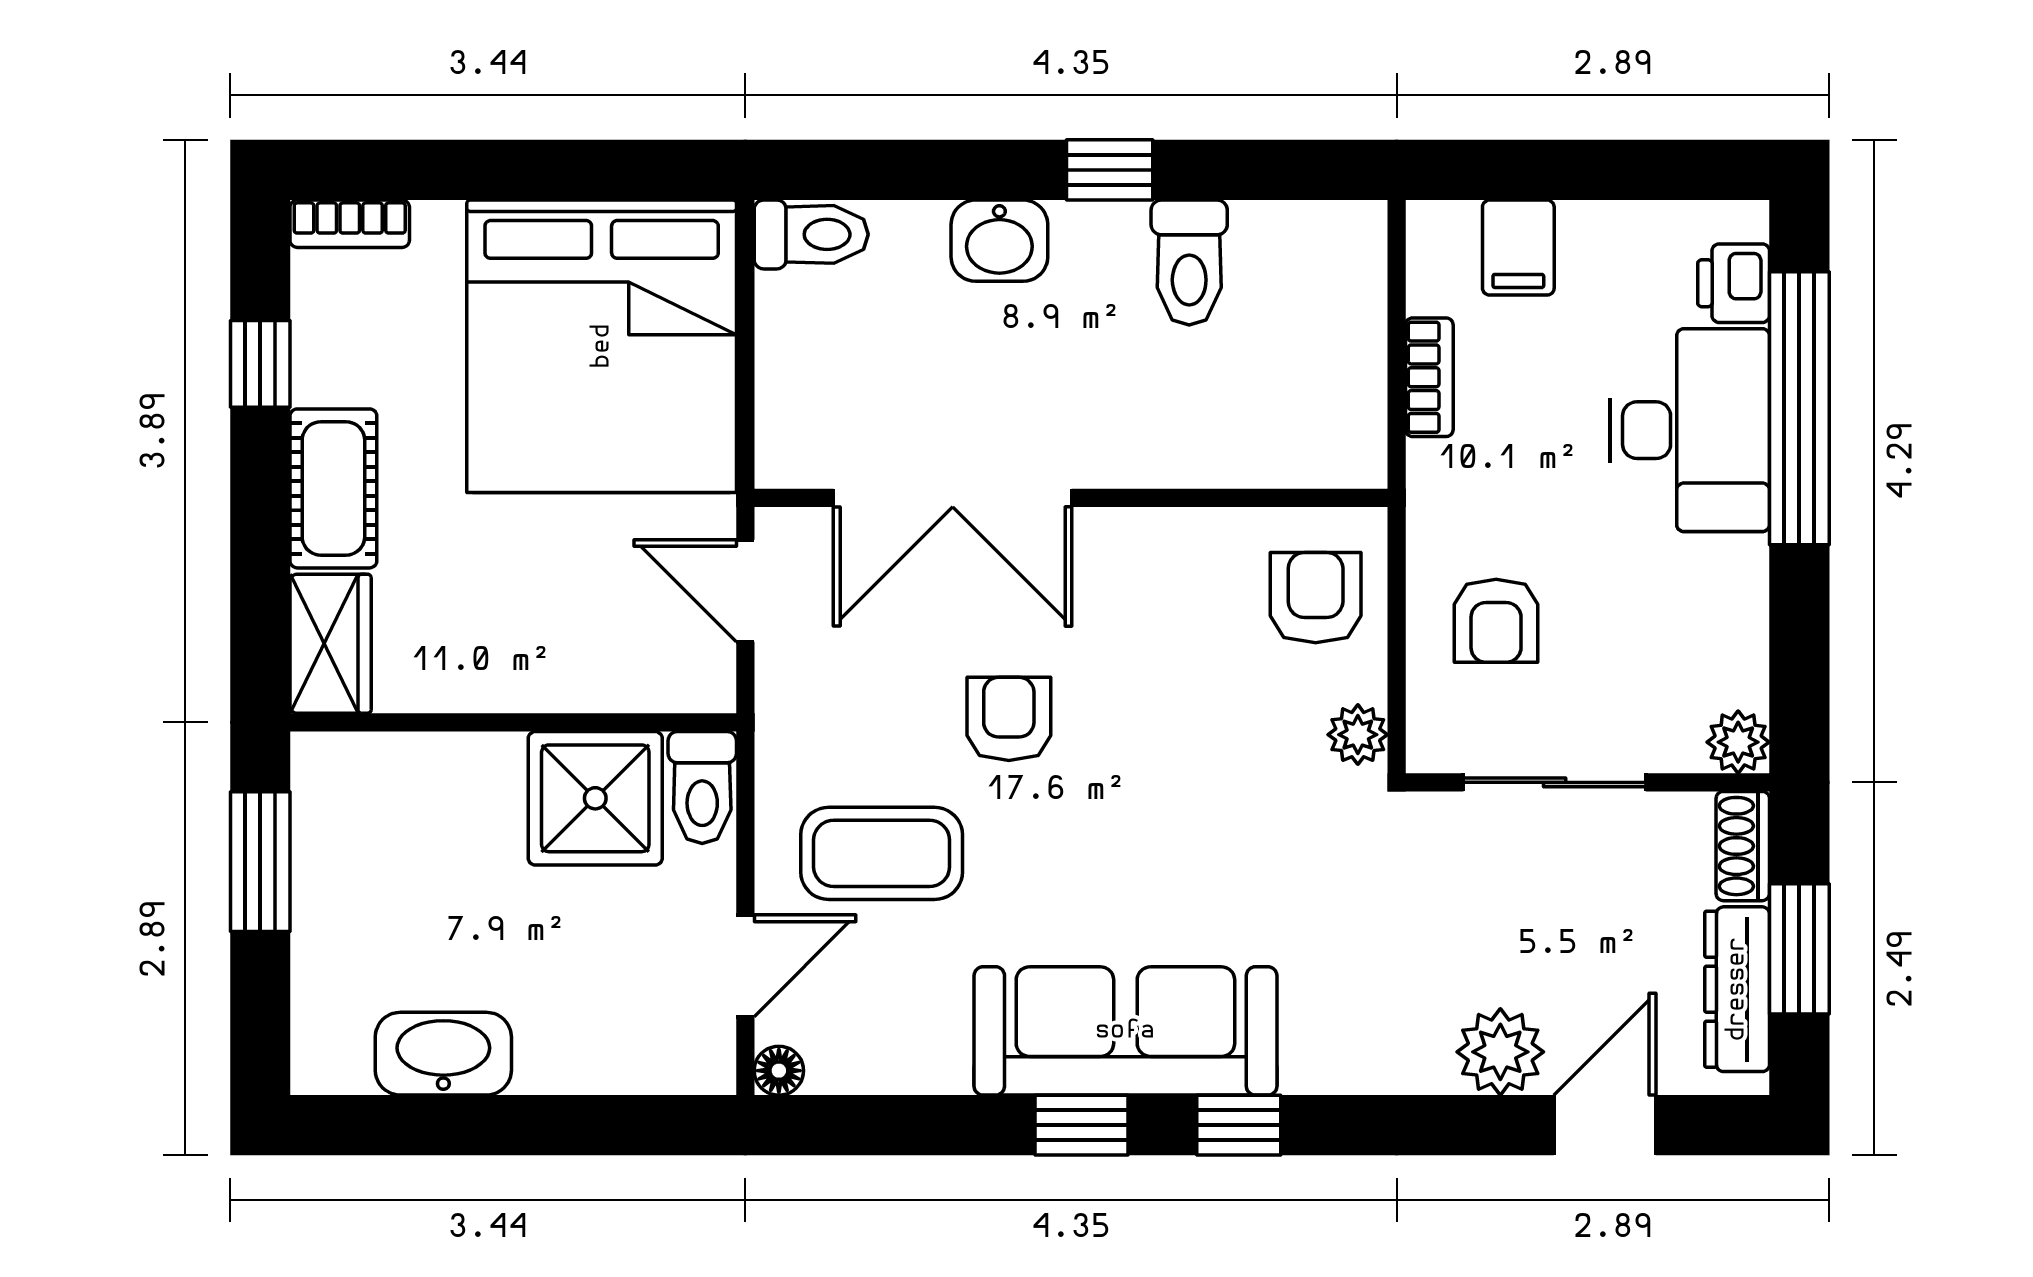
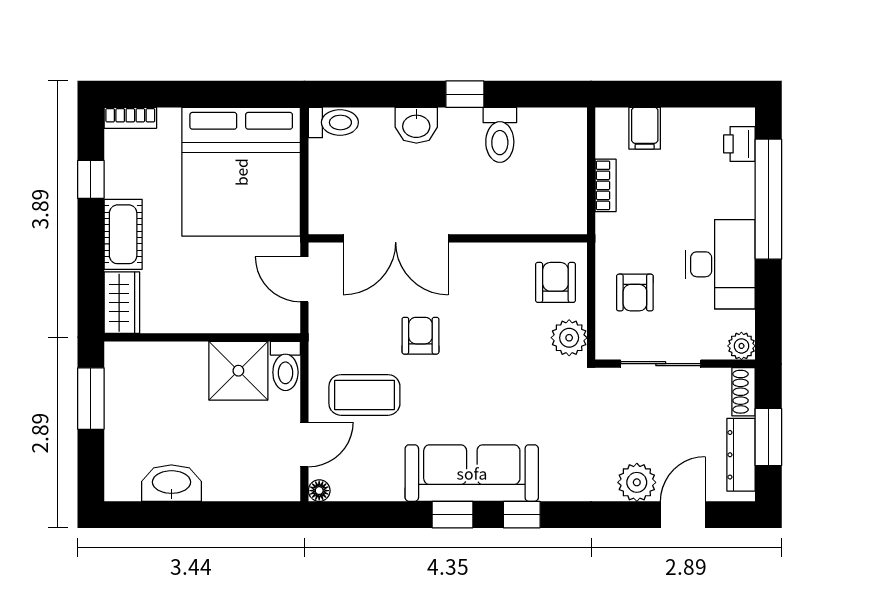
desk: (1690, 430) -> (720, 264), moved
plant: (1358, 735) -> (569, 338), width x1.38, depth x1.38

